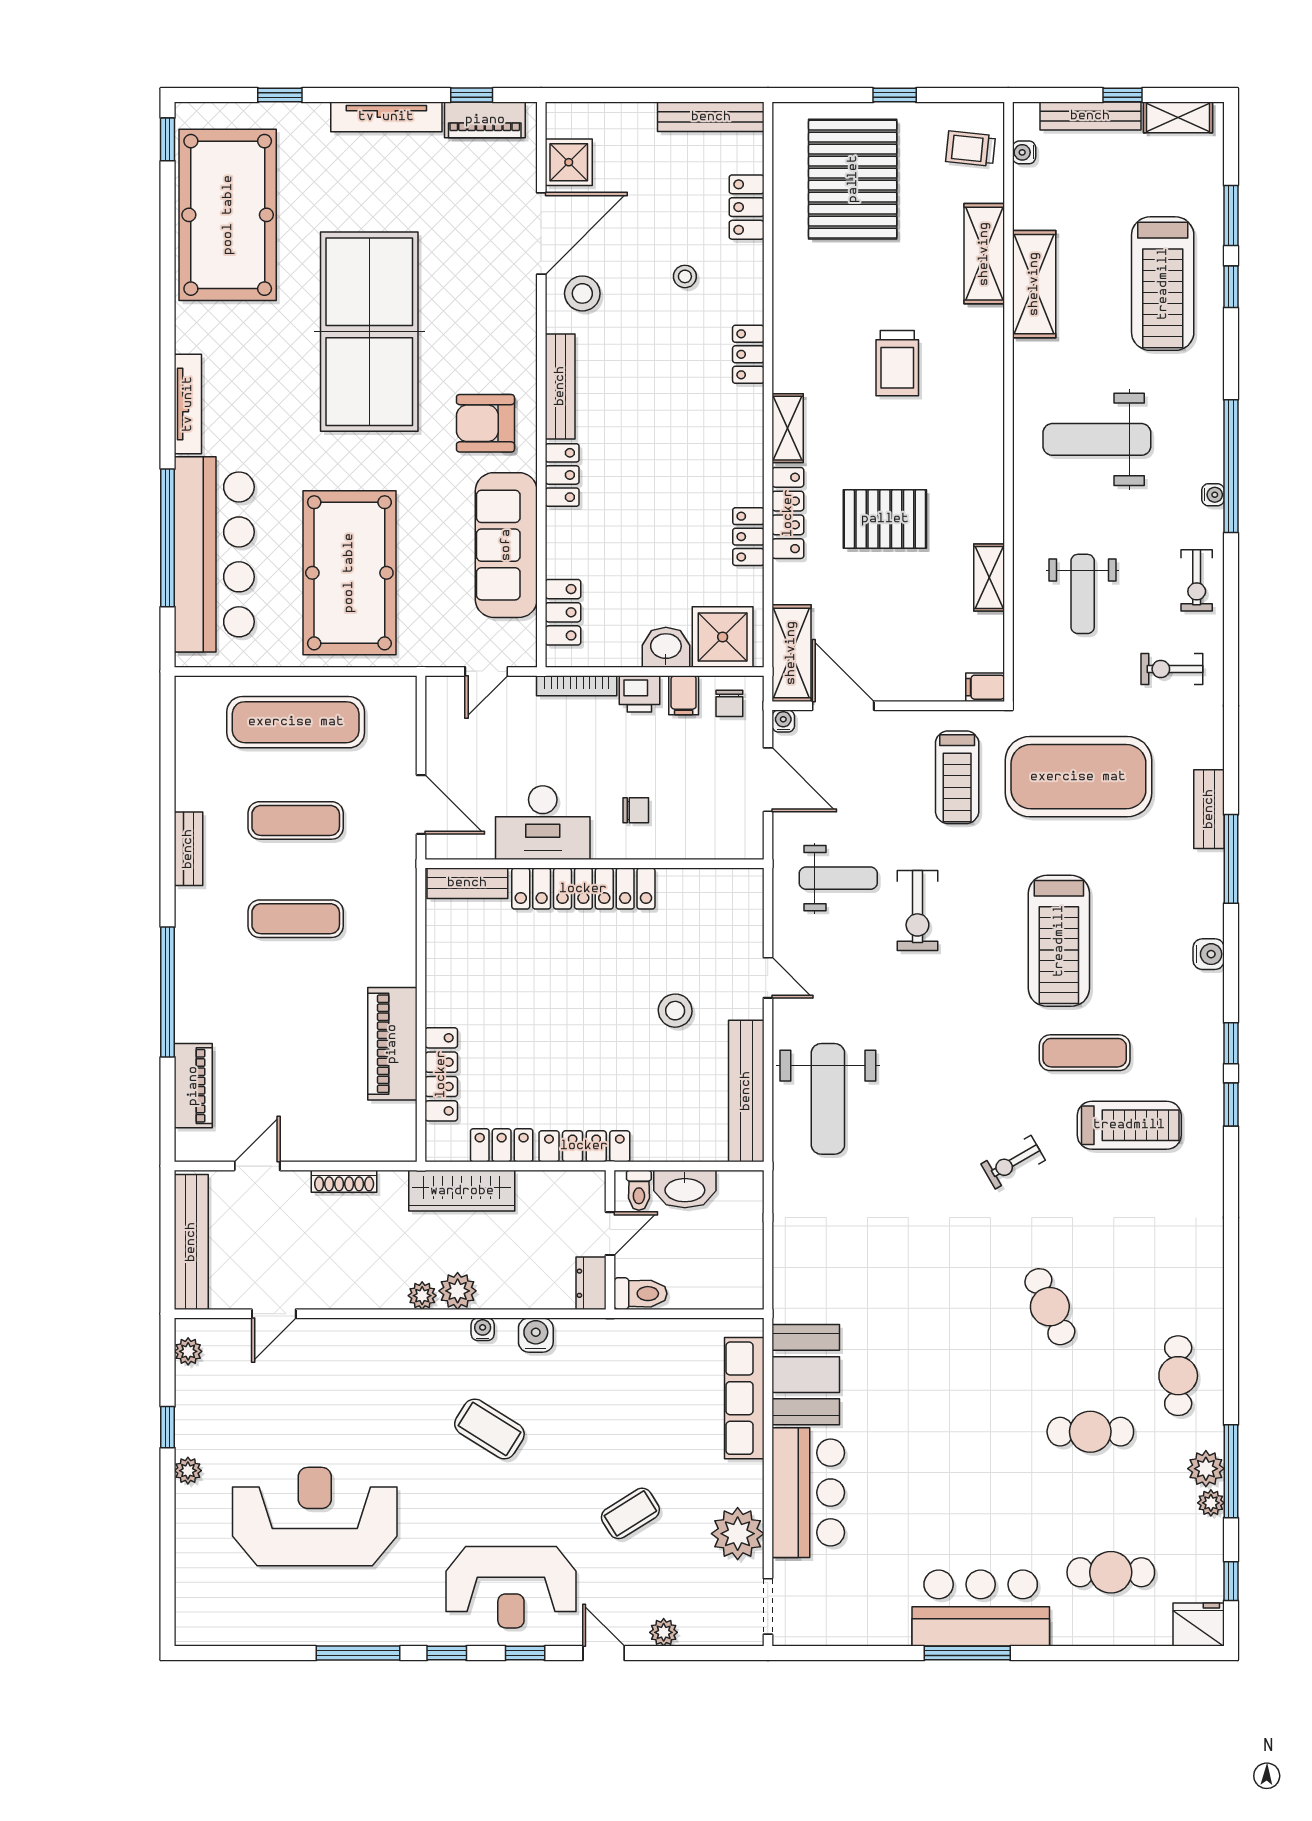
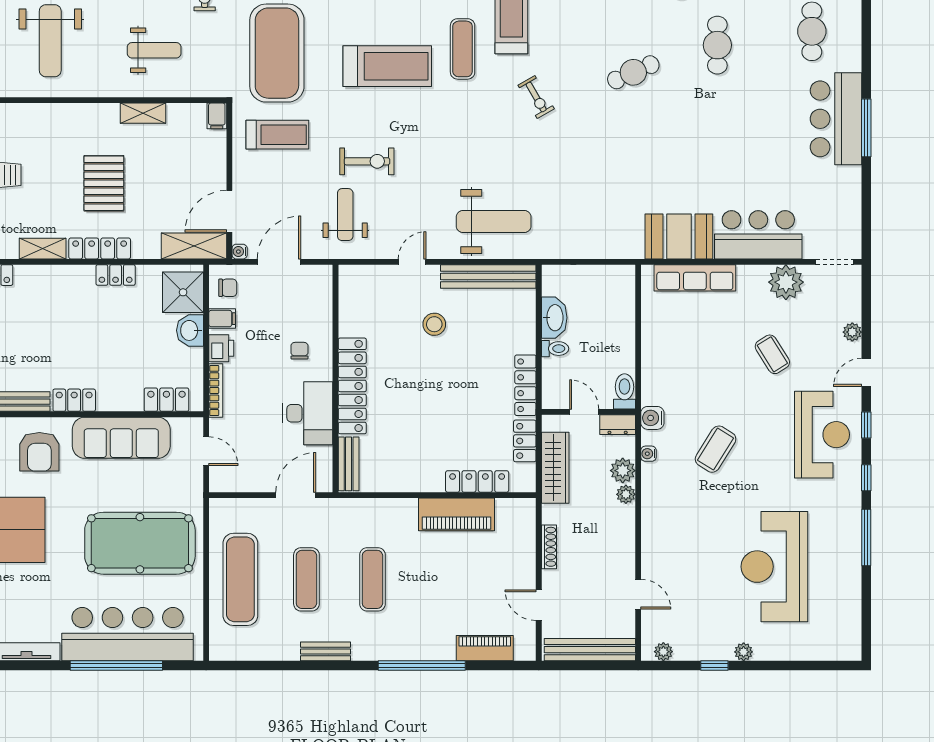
door: (610, 1234) -> (584, 412), moved
wall: (610, 1240) -> (588, 412), moved
dresser: (591, 1283) -> (618, 425), moved
toilet: (640, 1294) -> (624, 391), moved

